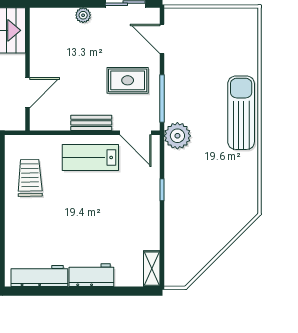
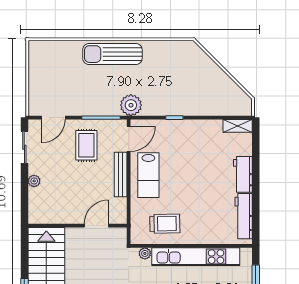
door: (27, 93) -> (96, 226), hinge flipped
bench: (91, 123) -> (121, 174), width x1.36
trolley: (30, 178) -> (165, 224), turned 180

